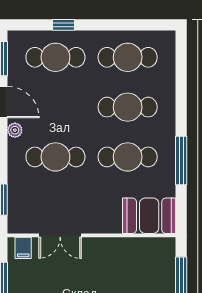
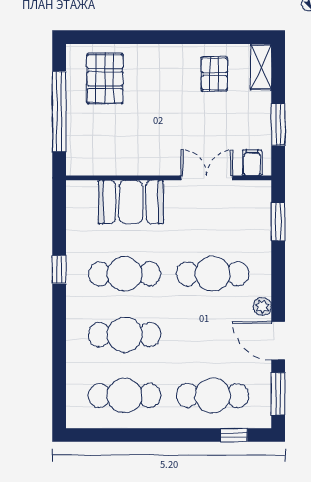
window: (63, 25) -> (234, 435), moved
window: (181, 160) -> (59, 269), width x0.46
booth: (149, 216) -> (131, 202), moved

